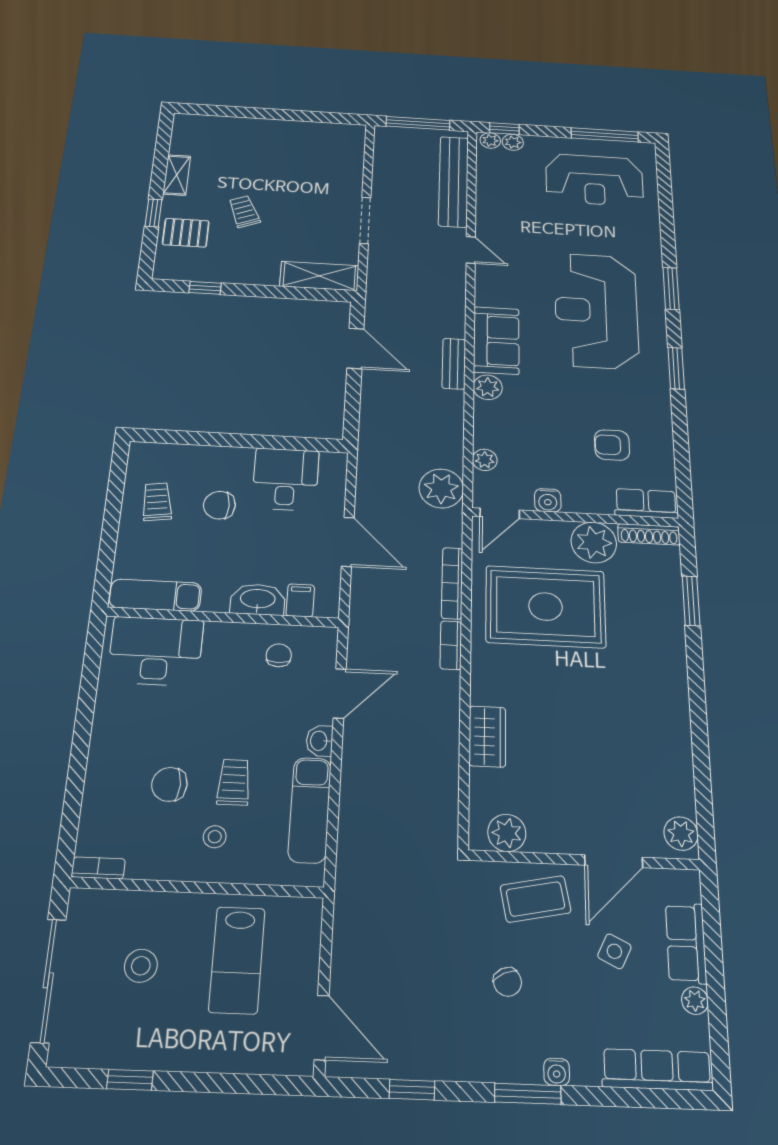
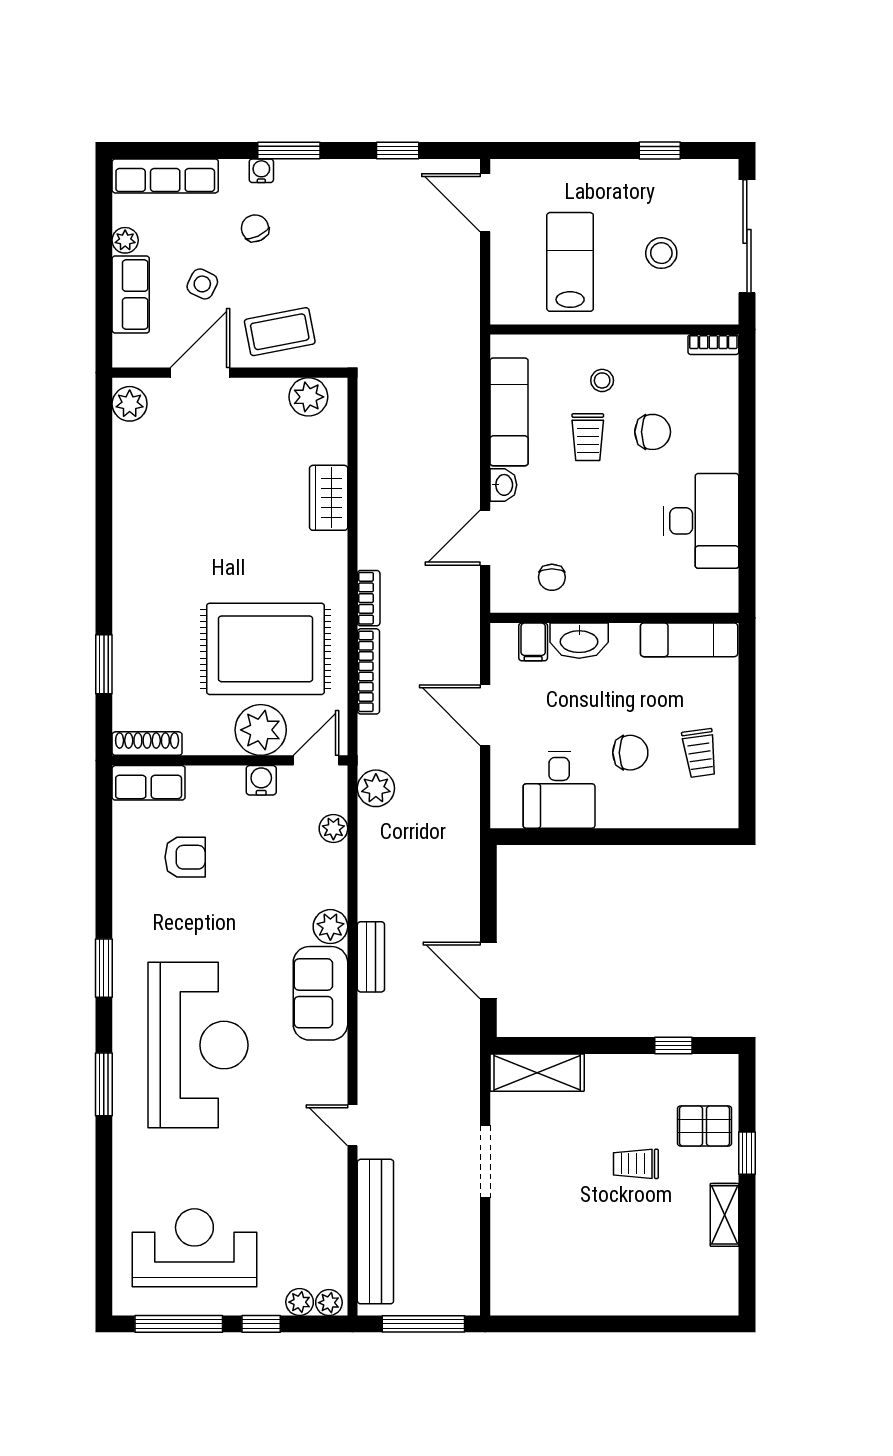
window: (504, 129) -> (261, 1324), moved
trolley: (244, 212) -> (636, 1164), turned 112
plant: (441, 488) -> (376, 788), width x0.73, depth x0.73
plant: (594, 542) -> (261, 730), moved
desk: (156, 651) -> (701, 521), moved, turned -90
chair: (507, 982) -> (255, 228), moved

